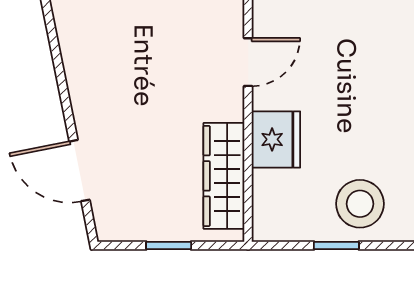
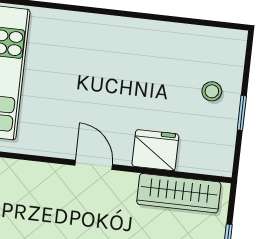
stool: (360, 204) -> (212, 91), width x0.53, depth x0.53

